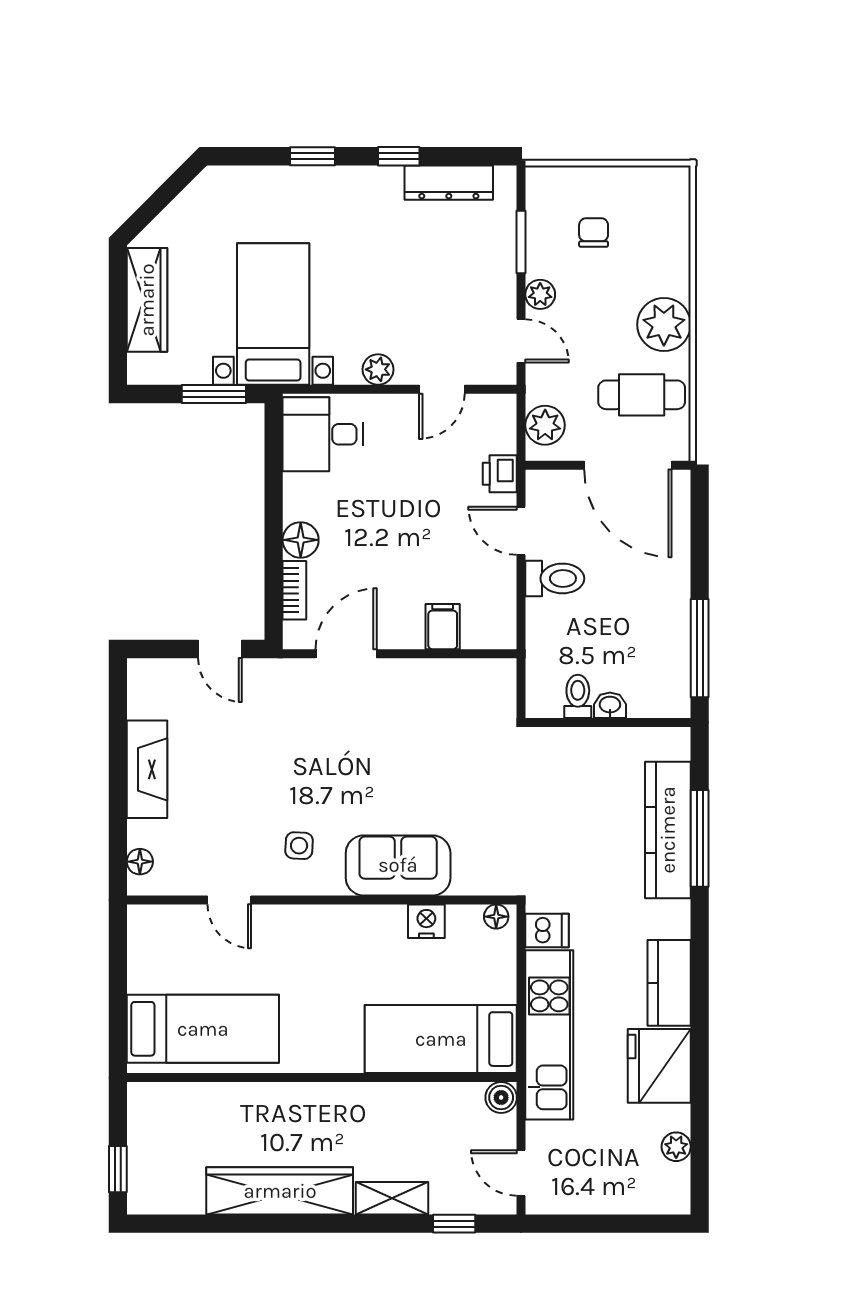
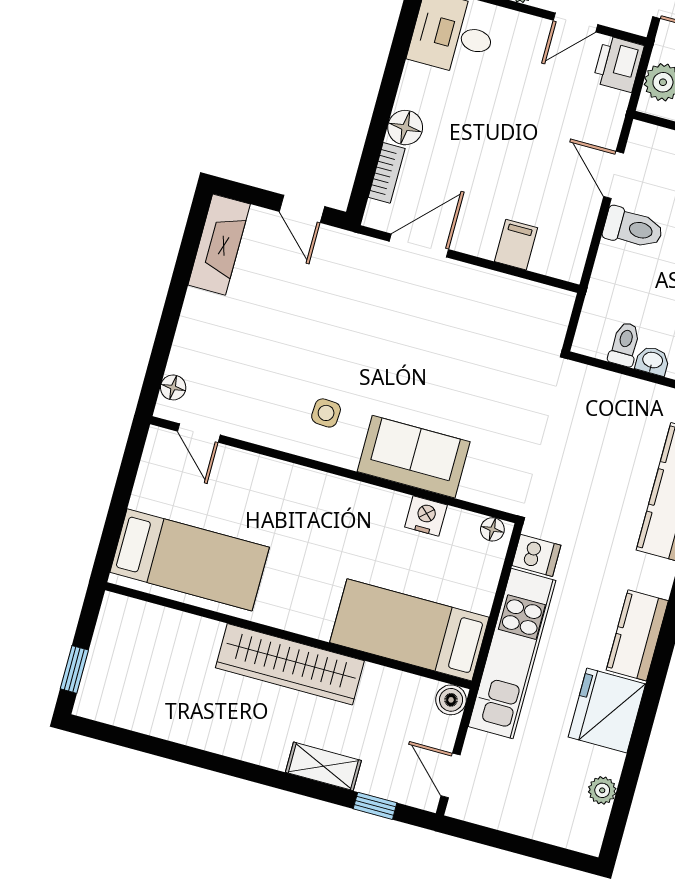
printer: (500, 474) -> (618, 64), moved, width x1.36, depth x1.24
fireplace: (147, 769) -> (219, 245), moved
door: (229, 900) -> (199, 433), moved
wardrobe: (280, 1191) -> (290, 664), moved, turned 180

